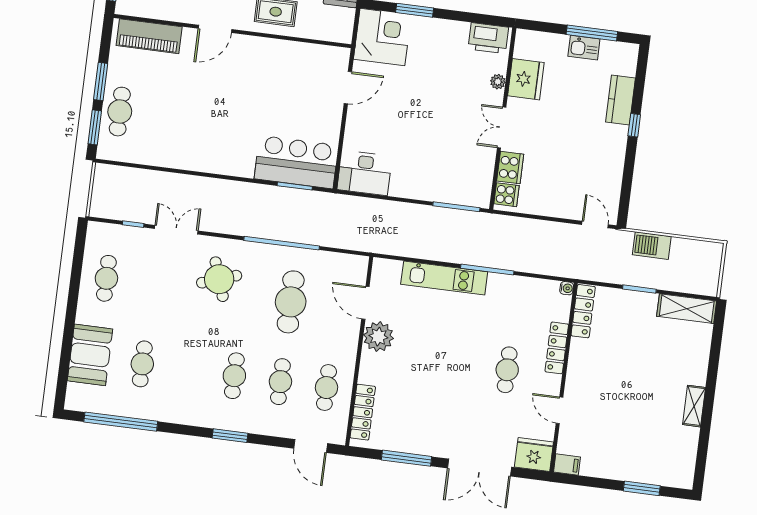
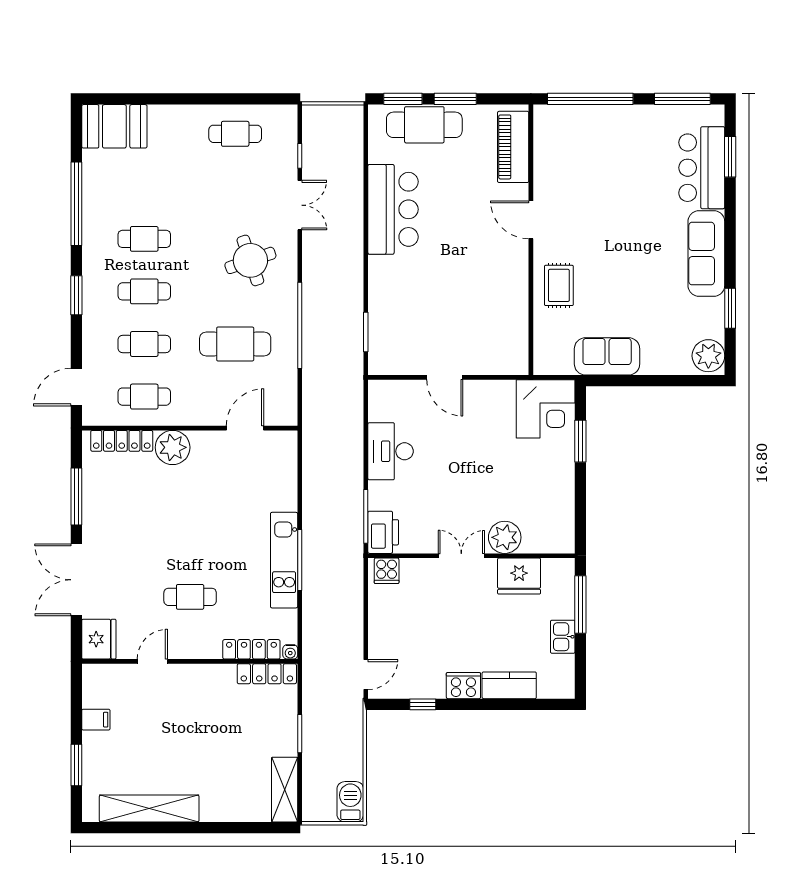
window: (592, 33) -> (580, 604), moved
printer: (488, 38) -> (383, 532), moved, turned 180
plant: (498, 82) -> (505, 537), width x1.87, depth x1.87
door: (348, 88) -> (445, 377), moved
cafe table: (120, 112) -> (424, 125), width x1.37, depth x1.35
window: (634, 125) -> (423, 704), moved
bar counter: (296, 162) -> (393, 209), moved
cooker: (510, 168) -> (463, 686), moved, turned 180
desk: (365, 173) -> (391, 451), moved
barbecue: (652, 246) -> (350, 802), moved
kitchen unit: (444, 278) -> (284, 560), moved
plant: (378, 337) -> (173, 447), moved
locker: (557, 348) -> (251, 649), moved
booth: (90, 355) -> (114, 126), moved
cafe table: (142, 364) -> (144, 239), moved
shelving: (694, 406) -> (149, 809), width x2.20, depth x1.33
window: (121, 422) -> (76, 204), moved
filing cabinet: (567, 465) -> (96, 720), moved, turned -90

